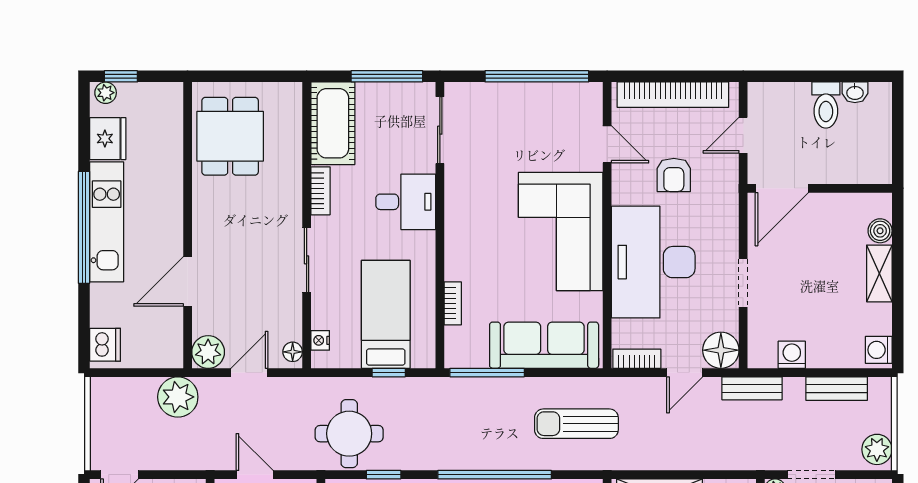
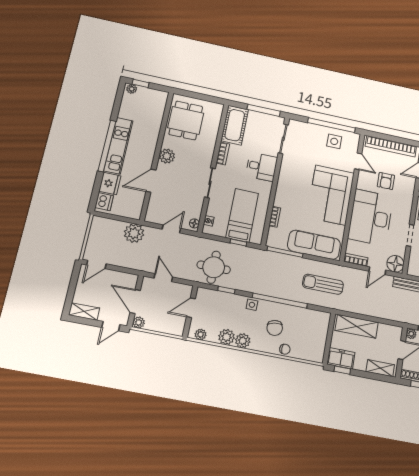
side table: (549, 111) -> (334, 141), added
fridge: (108, 139) -> (110, 184), moved
plant: (208, 352) -> (167, 156), moved

